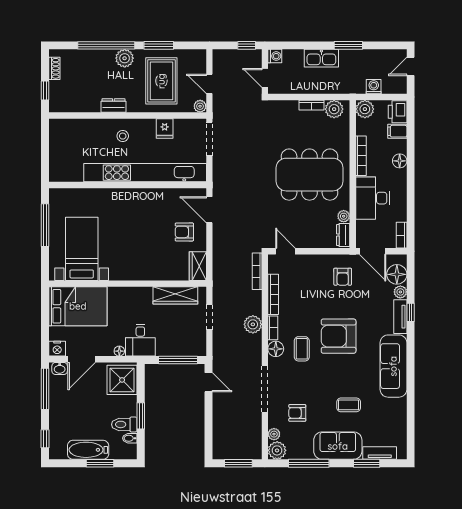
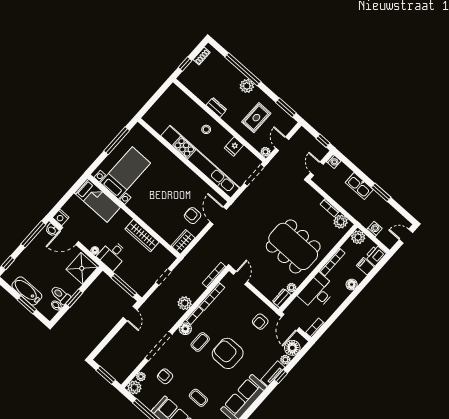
window: (159, 45) -> (286, 108), moved
rug: (161, 81) -> (256, 118), width x0.73, depth x0.70
wardrobe: (175, 295) -> (142, 235), moved
bed: (78, 306) -> (97, 200), width x0.67

